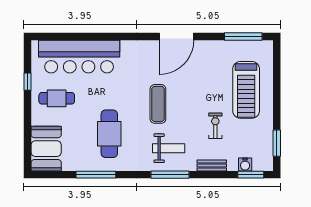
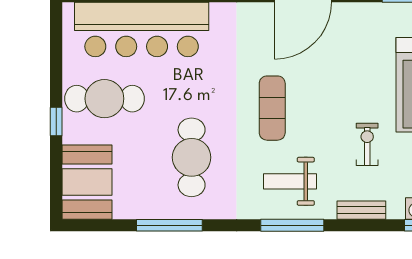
window: (27, 82) -> (56, 121), moved
cafe table: (57, 98) -> (104, 99), width x1.37, depth x1.35
weight bench: (169, 148) -> (290, 181), turned 180

